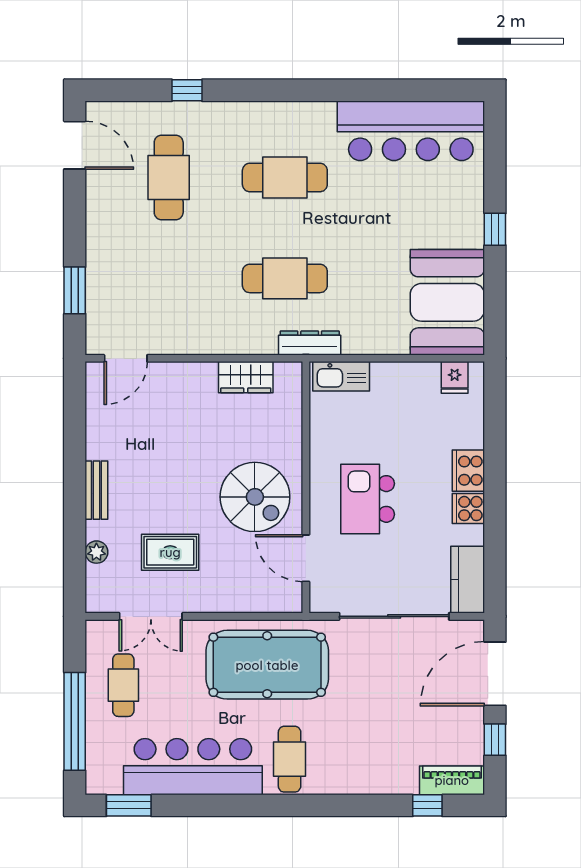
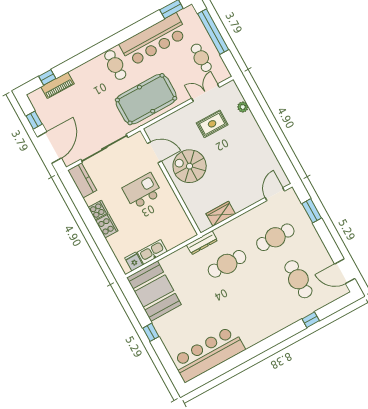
cafe table: (285, 177) -> (275, 237), moved
kitchen sink: (341, 376) -> (152, 252), moved
bench: (96, 490) -> (257, 133), removed
kitchen island: (368, 499) -> (142, 191), turned -90
piano: (452, 780) -> (58, 85), moved

